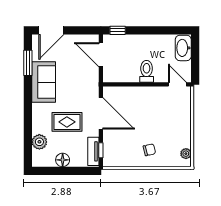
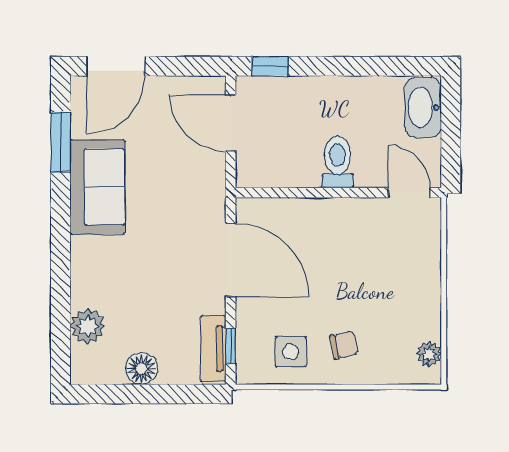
rug: (67, 122) -> (152, 280), removed
side table: (127, 153) -> (291, 352), added

